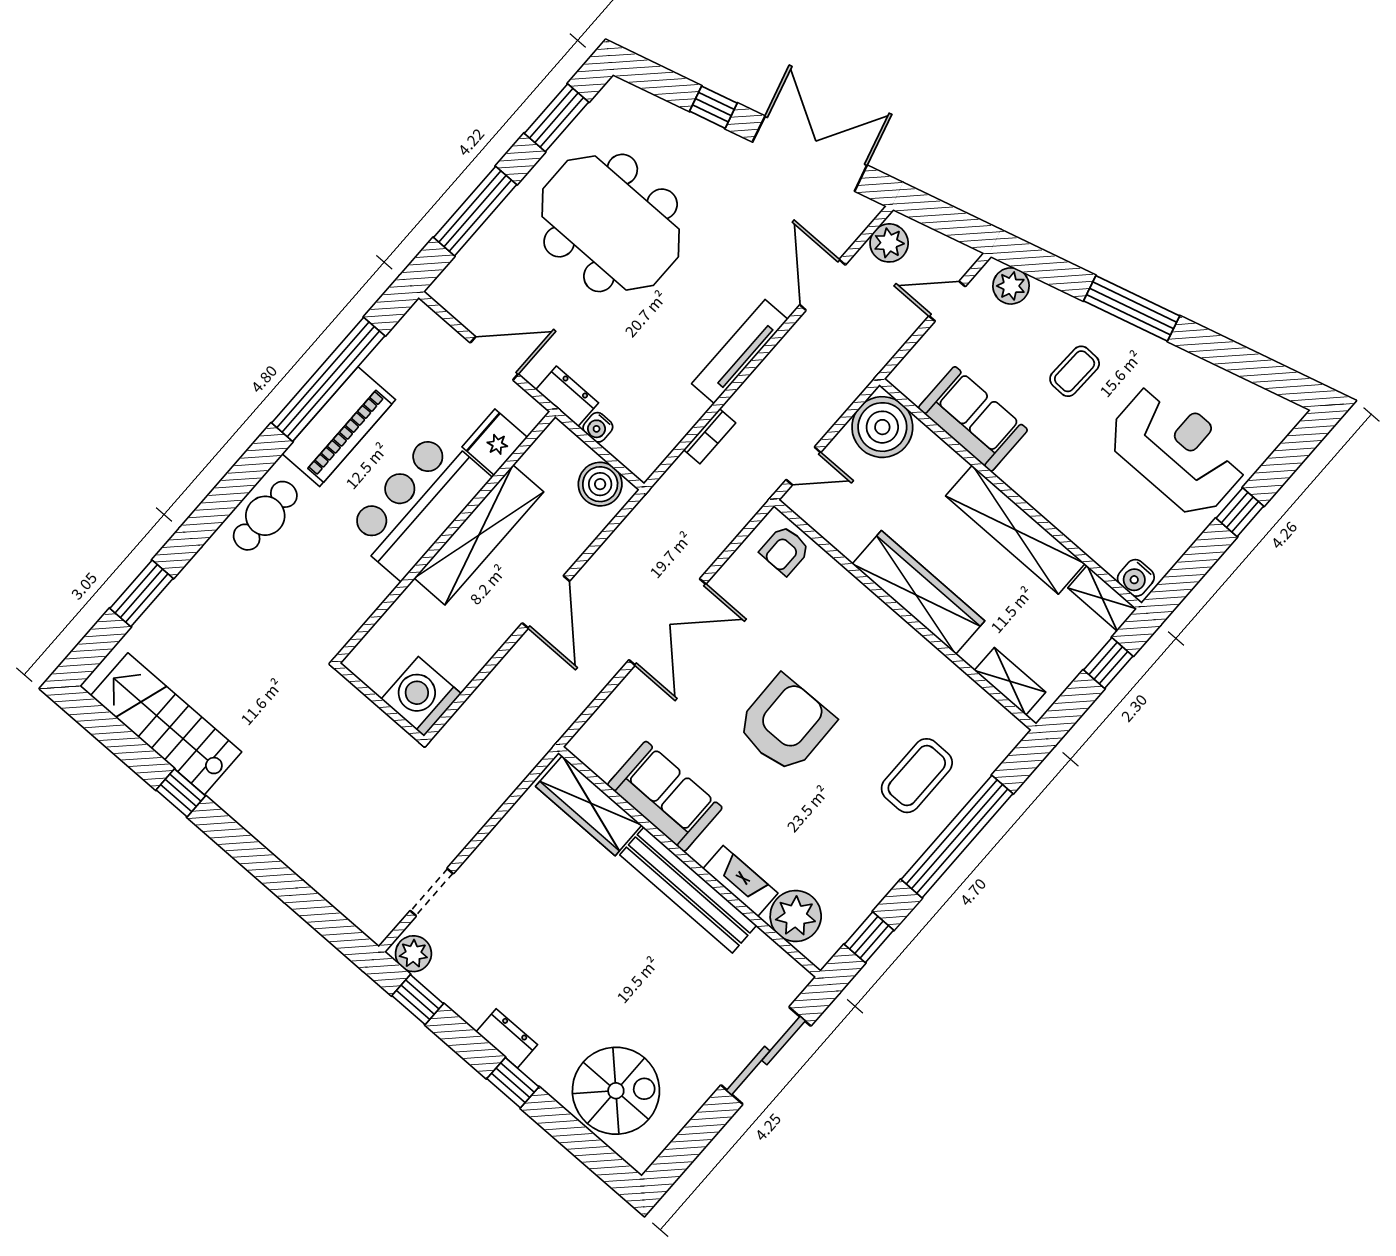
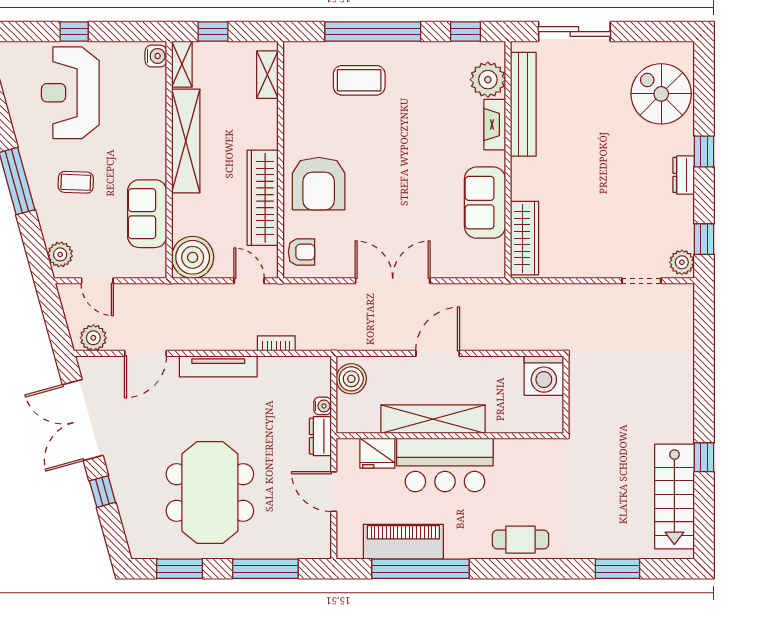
piano: (339, 427) -> (403, 542), moved
wardrobe: (918, 592) -> (263, 198), moved
armchair: (785, 724) -> (319, 184), moved, turned -89
bench: (688, 890) -> (523, 104), moved

